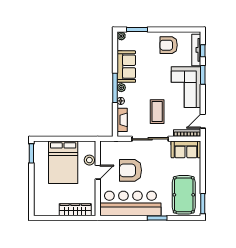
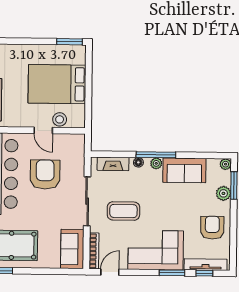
plant: (143, 37) -> (223, 193), added
door: (203, 121) -> (110, 272), hinge flipped

